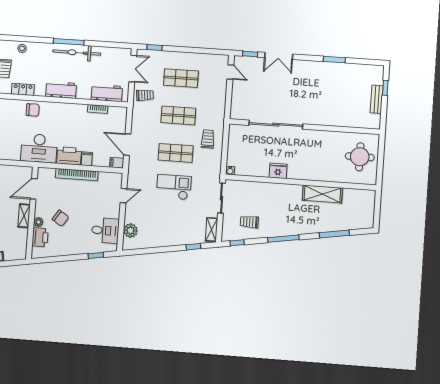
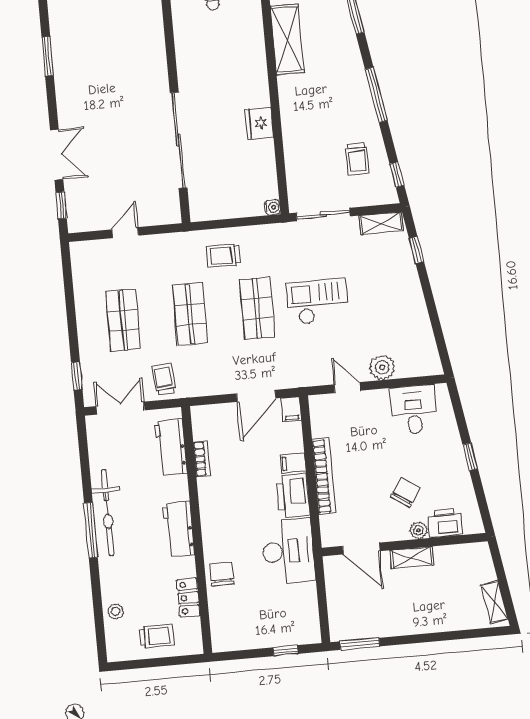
door: (230, 72) -> (125, 233), moved
checkout: (174, 187) -> (318, 302), turned 90
plant: (130, 230) -> (382, 367), moved
window: (96, 255) -> (470, 457), moved

